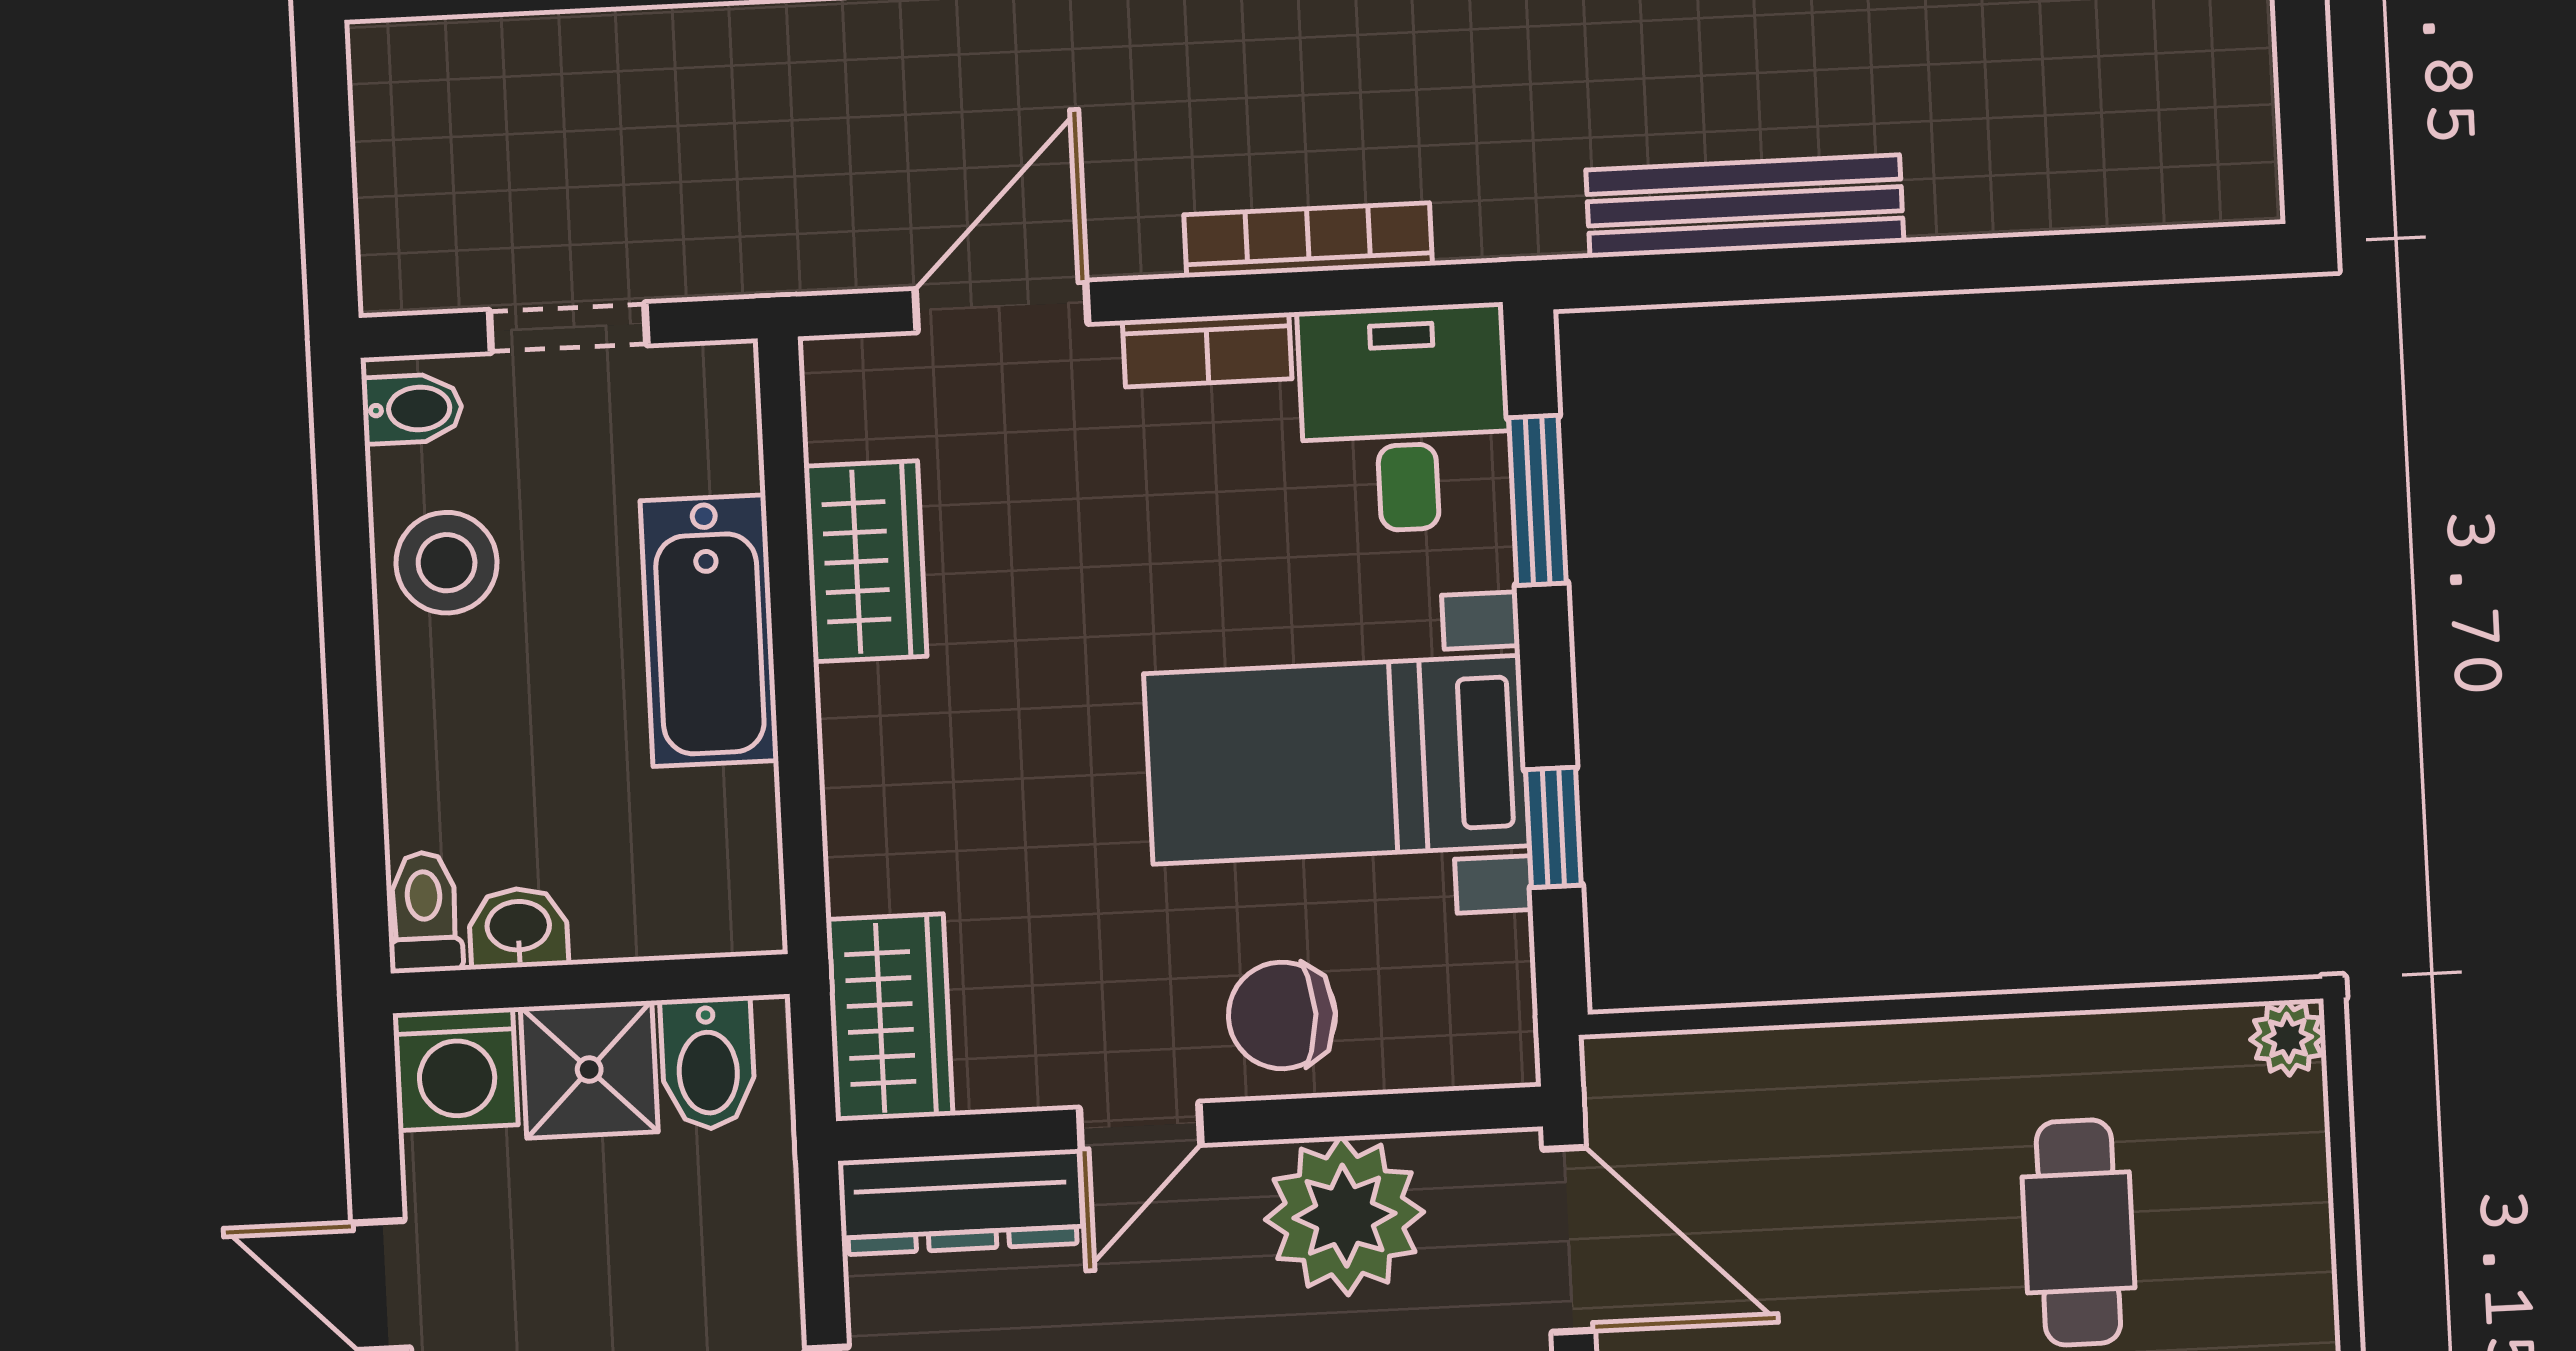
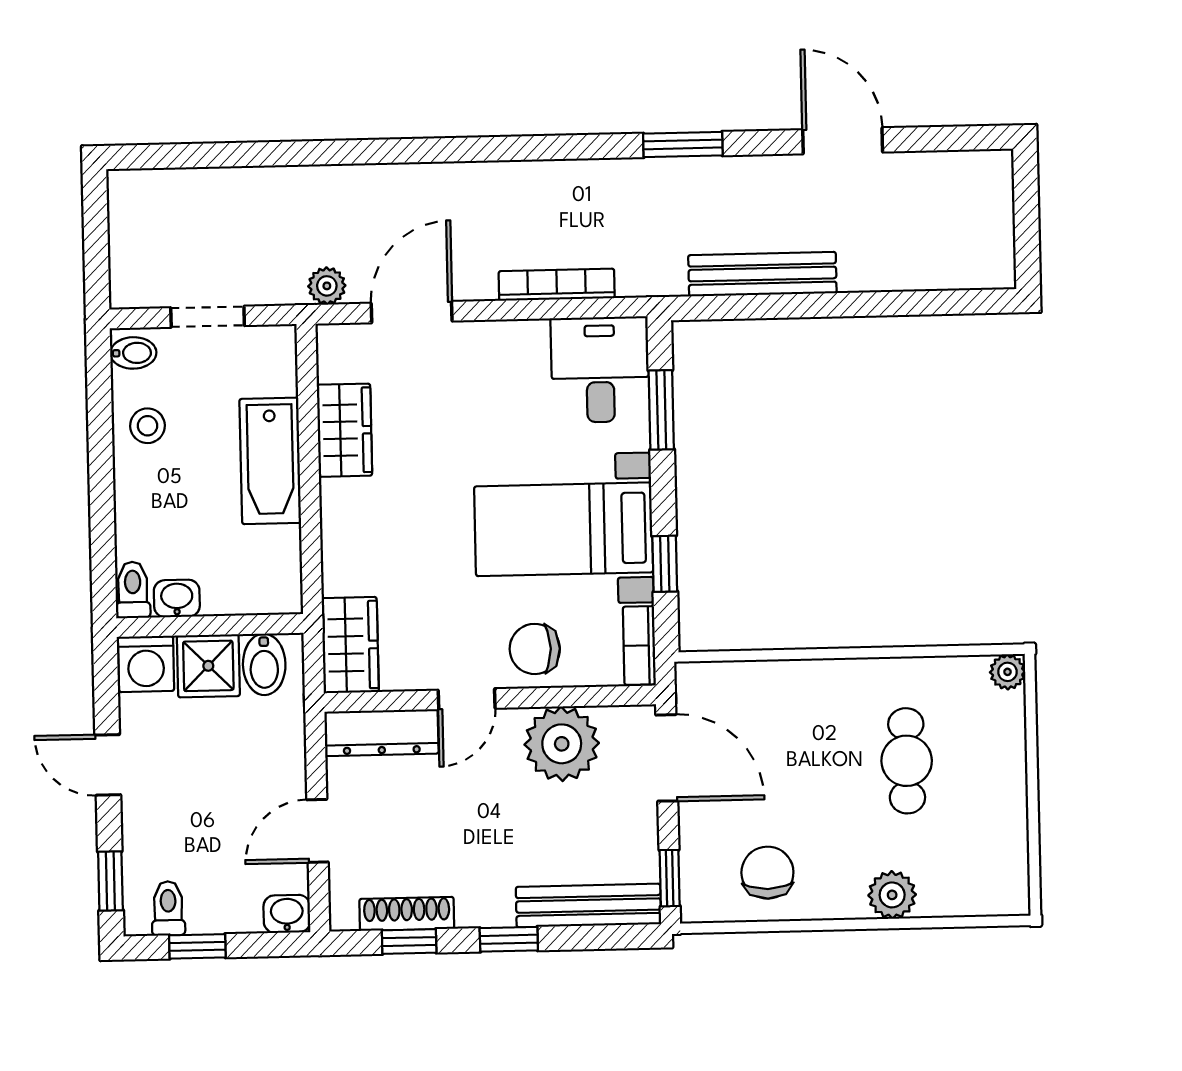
plant: (820, 256) -> (327, 286), added
bookcase: (1207, 350) -> (639, 645), moved, turned 90
stool: (447, 563) -> (147, 426), width x0.73, depth x0.73

